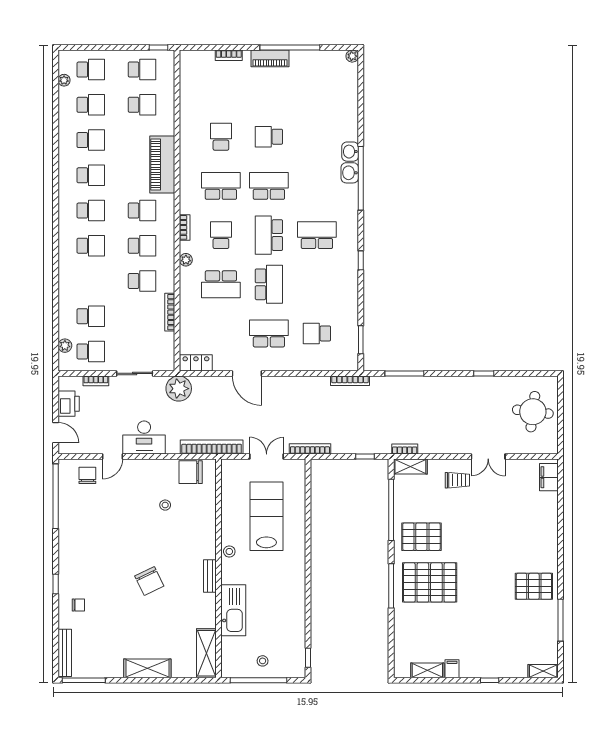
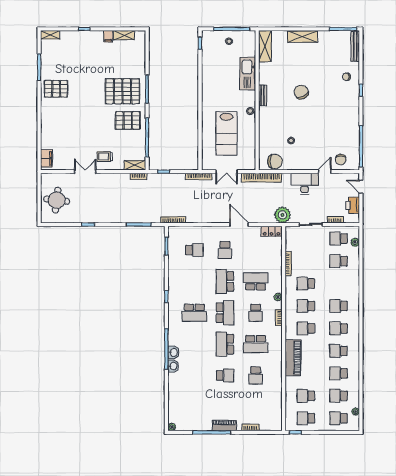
school desk: (269, 186) -> (225, 344), turned 90
school desk: (269, 333) -> (225, 250), width x0.54

